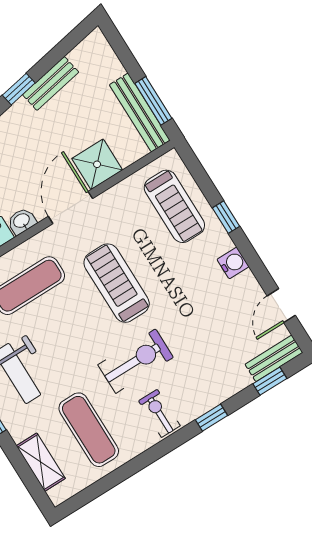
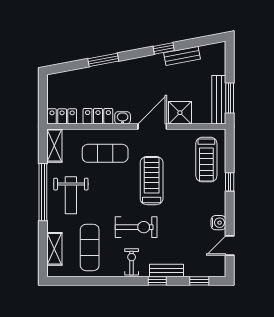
water cooler: (233, 263) -> (218, 223), moved
bench: (274, 358) -> (166, 270), moved

